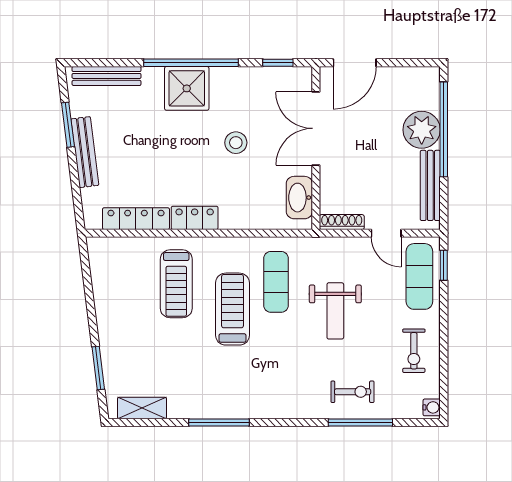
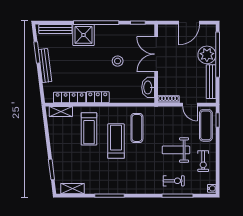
door: (355, 63) -> (189, 23), moved
shower: (187, 88) -> (83, 35), moved
shelving: (118, 247) -> (61, 111), added
weight bench: (335, 311) -> (176, 150), moved, turned 90

